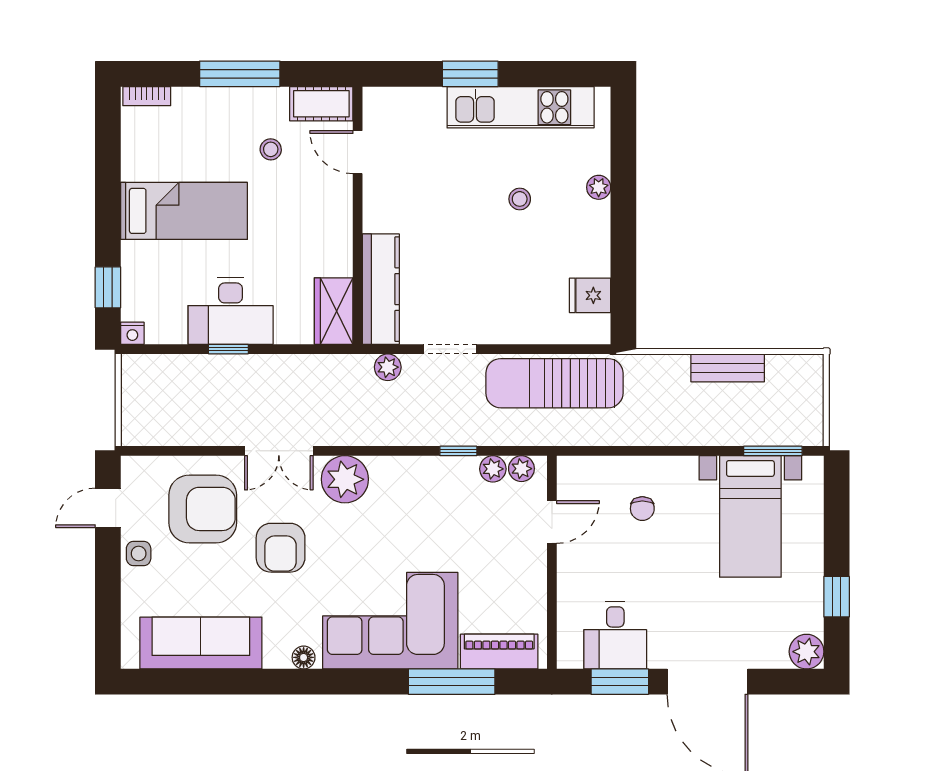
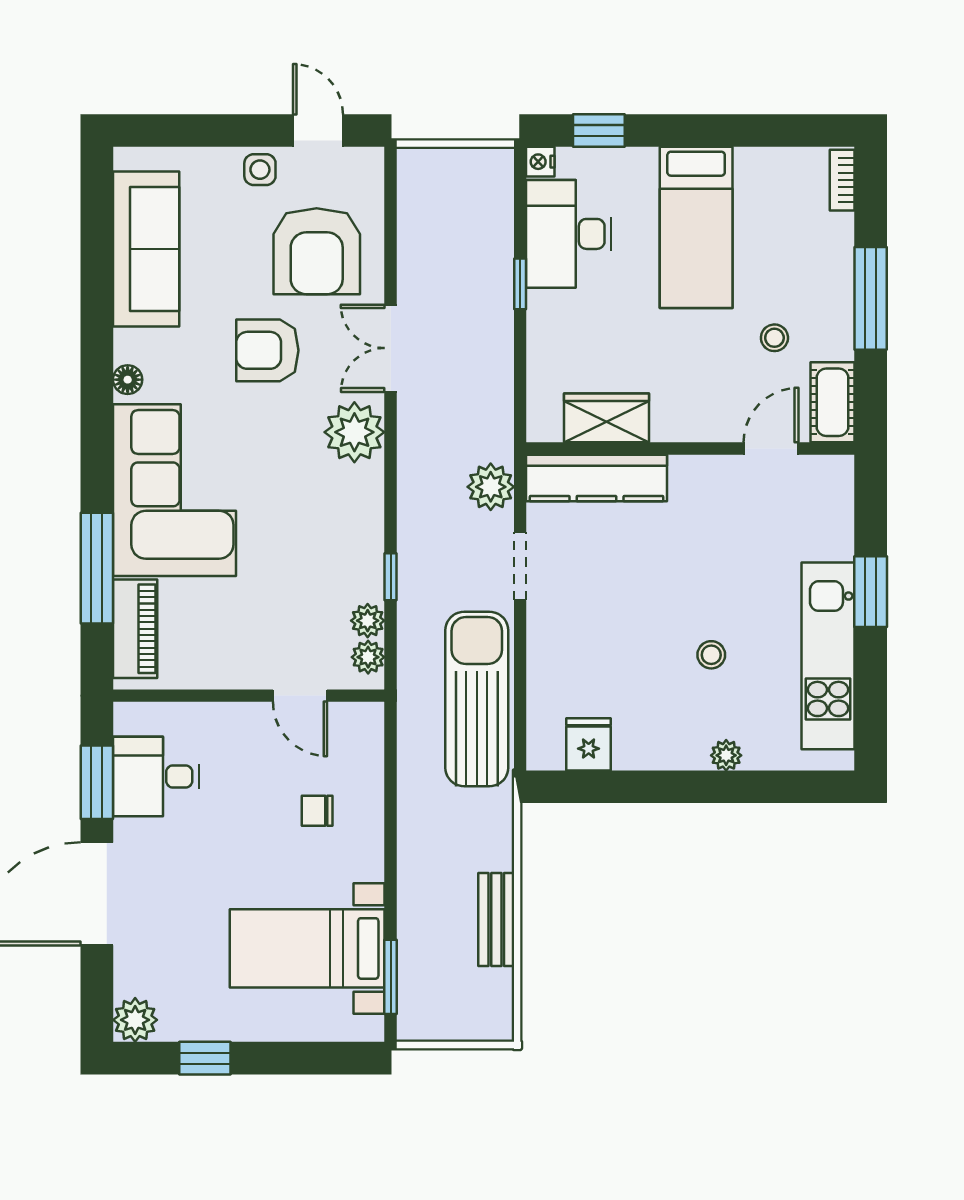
desk: (231, 311) -> (569, 234), moved
wardrobe: (334, 311) -> (607, 418), moved
plant: (388, 367) -> (491, 487), width x1.38, depth x1.38

